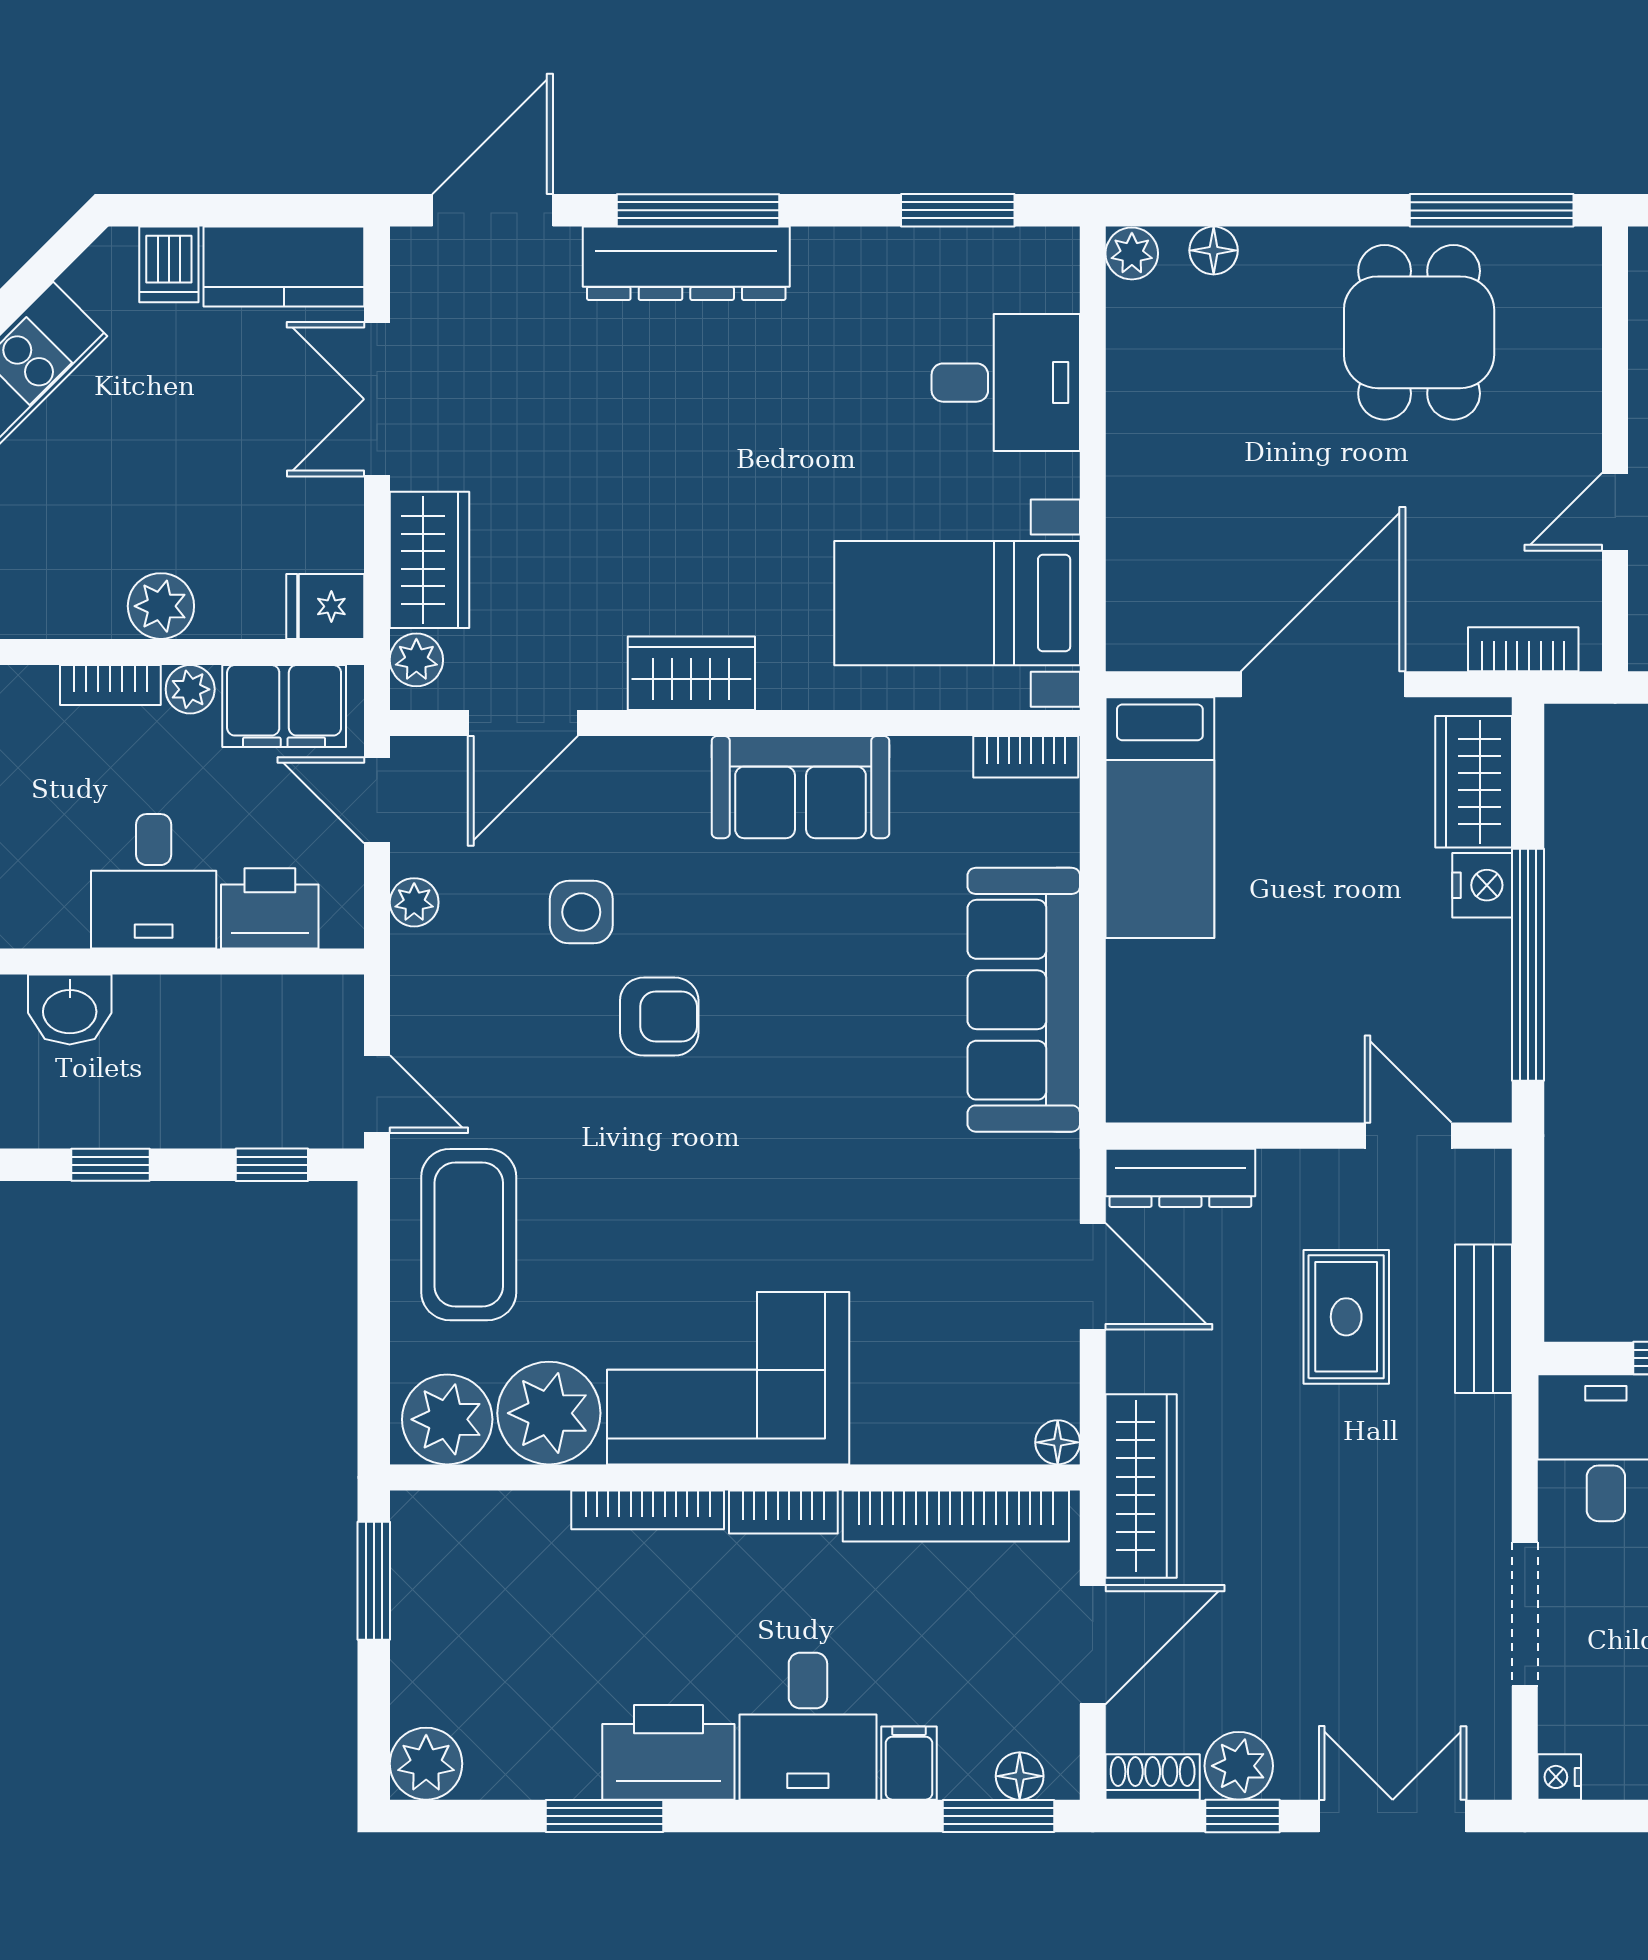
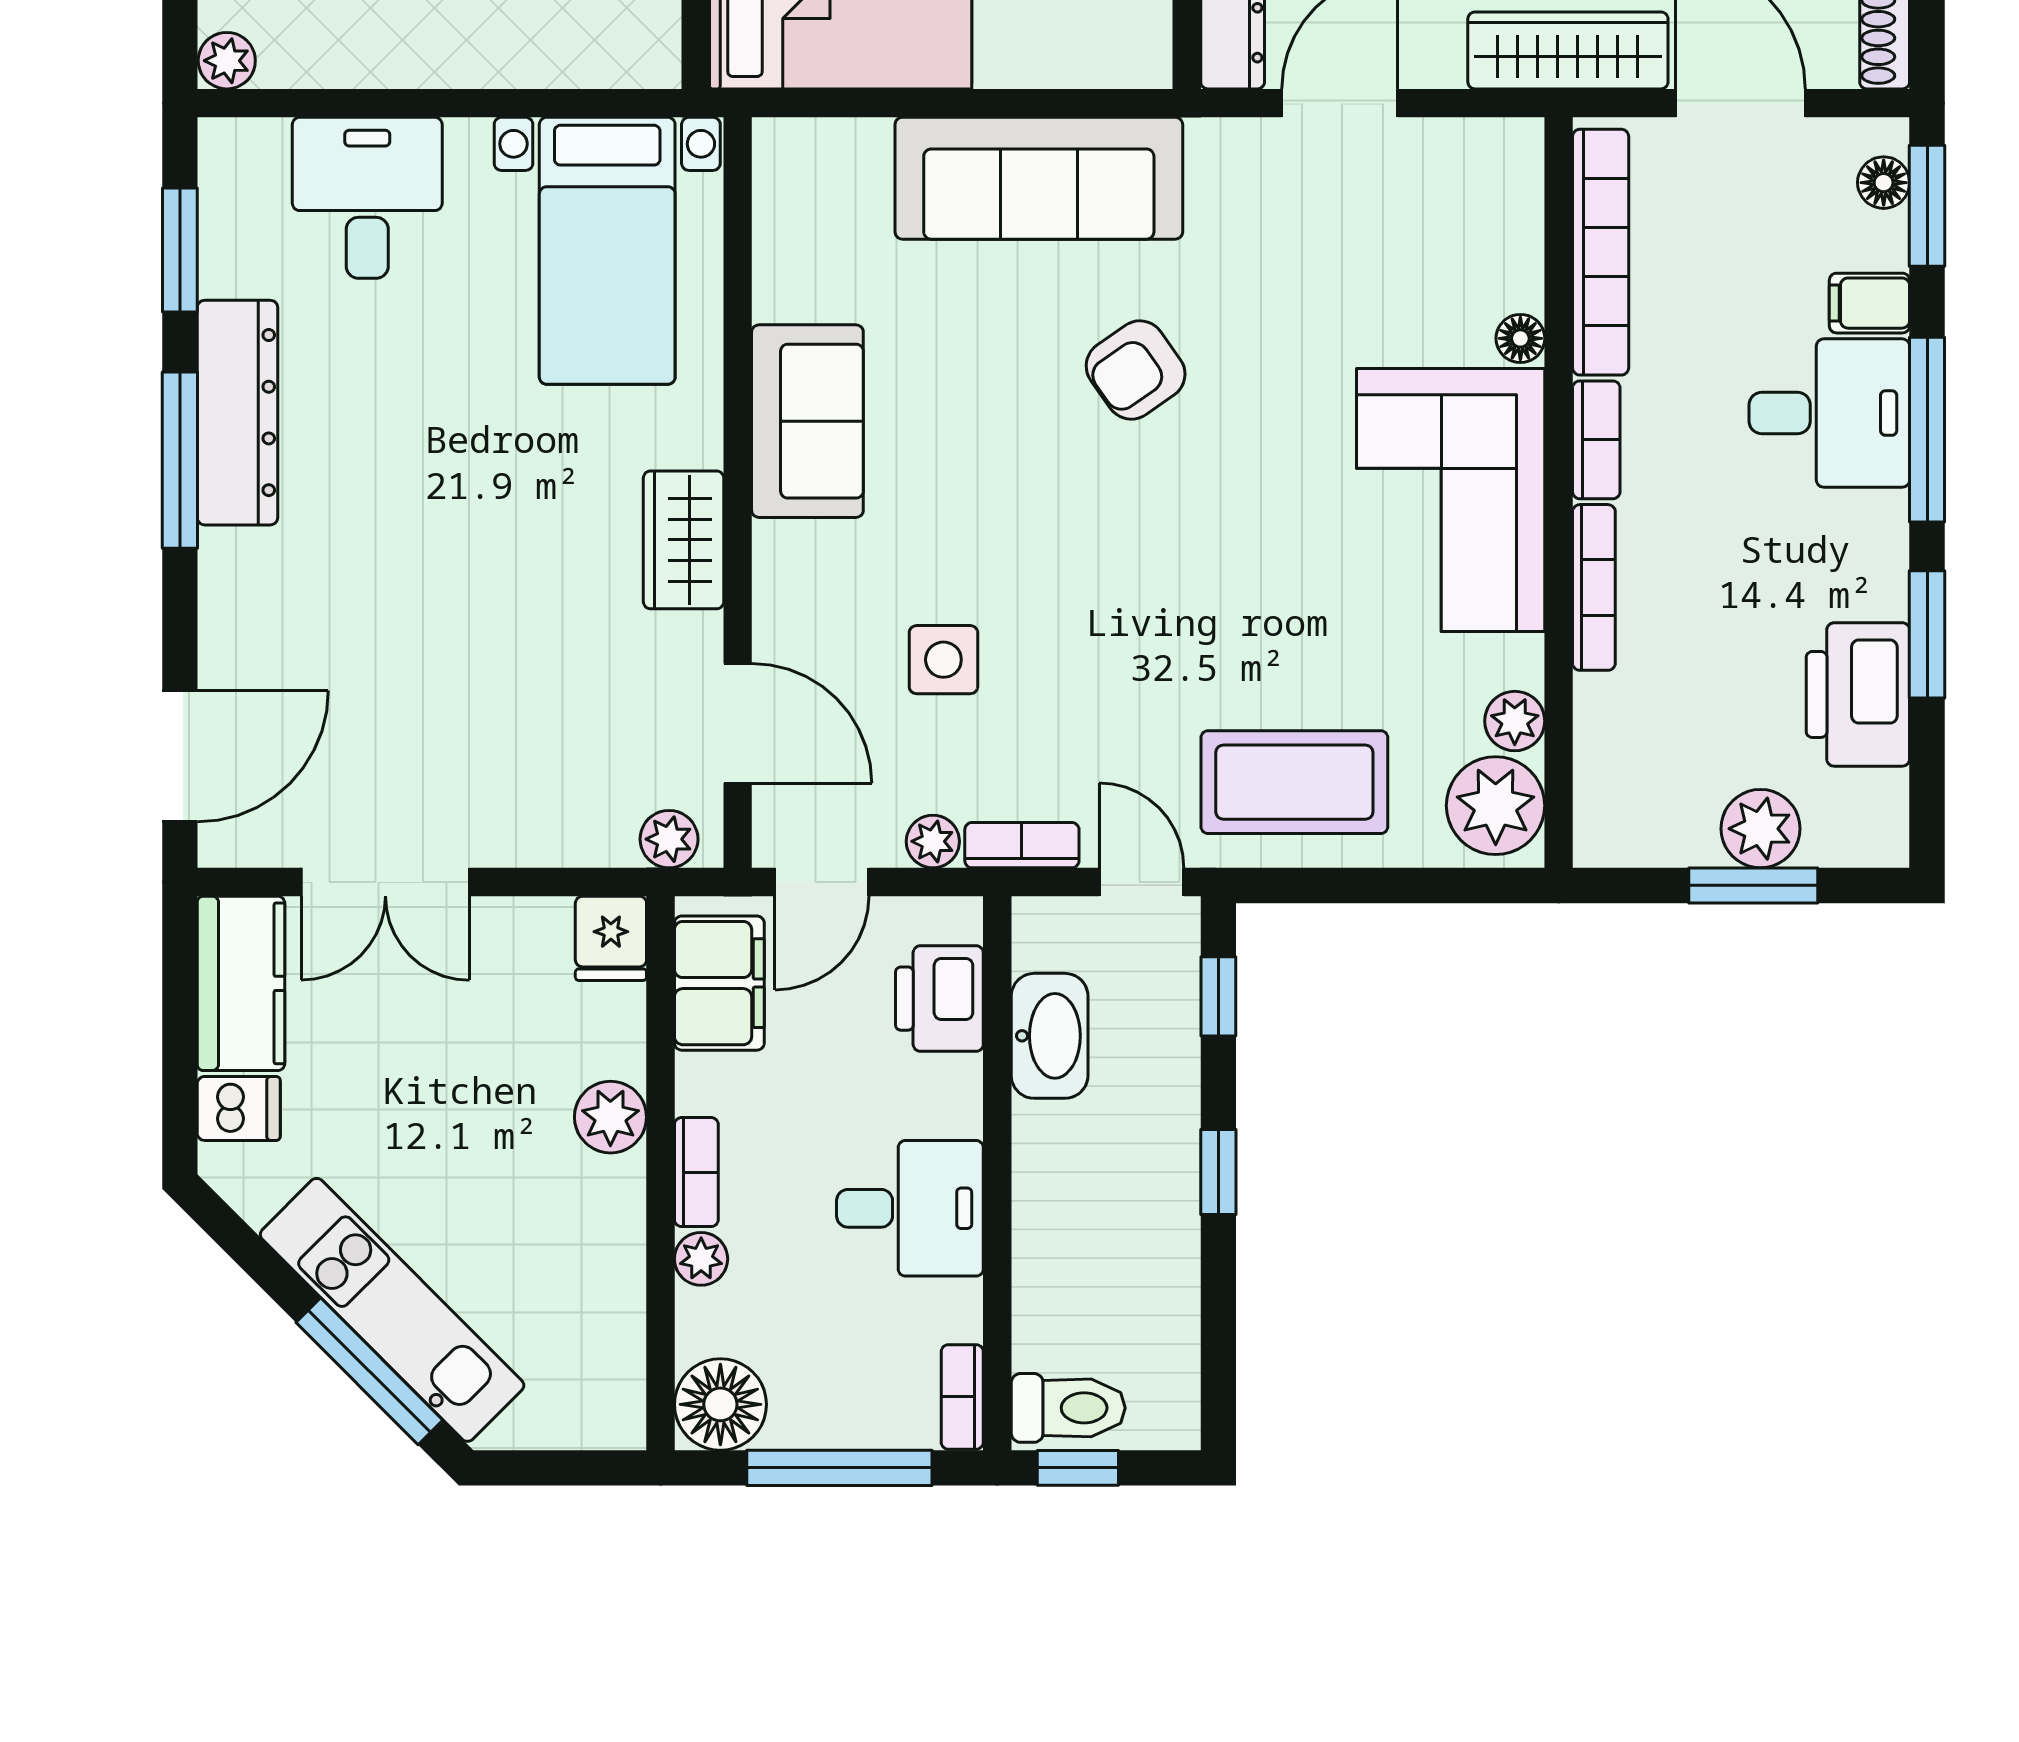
door: (493, 210) -> (180, 756), swing flipped
window: (698, 210) -> (180, 460), moved
dresser: (686, 263) -> (237, 413), moved
wardrobe: (430, 560) -> (560, 825), removed
plant: (190, 689) -> (701, 1259), moved
bookcase: (1026, 757) -> (1022, 845), moved, turned -90
desk: (154, 881) -> (910, 1208), moved
washbasin: (70, 1010) -> (1050, 1036), moved, width x1.38
armchair: (659, 1017) -> (1136, 370), moved, turned -125
door: (377, 1094) -> (1142, 882), hinge flipped
plant: (549, 1413) -> (1515, 721), width x0.53, depth x0.53
floor lamp: (1058, 1442) -> (1520, 338), moved
window: (374, 1581) -> (1753, 885), moved
printer: (668, 1752) -> (1858, 694), moved
plant: (426, 1764) -> (1760, 829), moved
window: (793, 1816) -> (1927, 430), added

